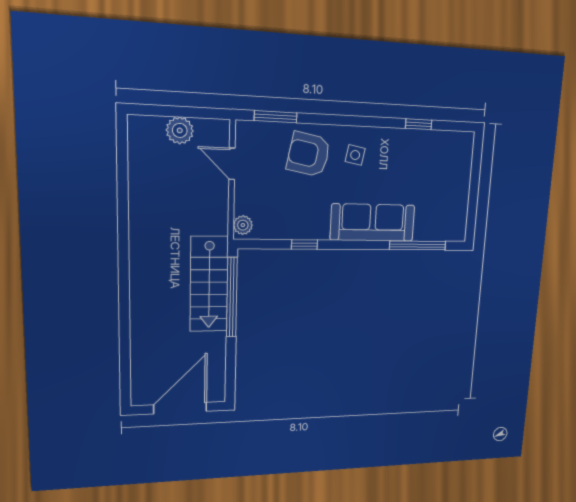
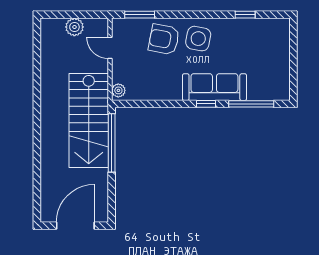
side table: (355, 155) -> (198, 39), width x1.87, depth x1.87
window: (305, 245) -> (206, 104), moved
stairs: (209, 284) -> (89, 120), width x1.36, depth x1.51

